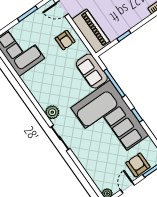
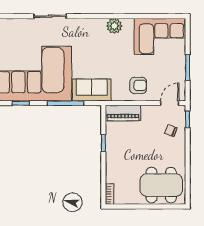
piano: (91, 31) -> (123, 113), width x0.73, depth x0.75
armchair: (65, 40) -> (138, 85), turned 180
plant: (52, 112) -> (114, 26), moved

